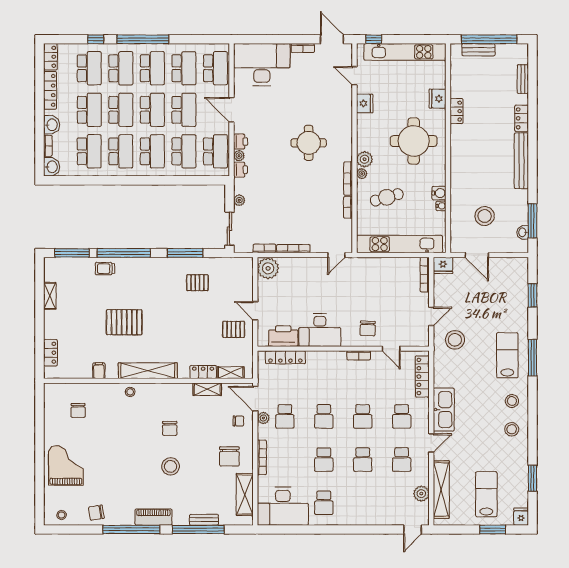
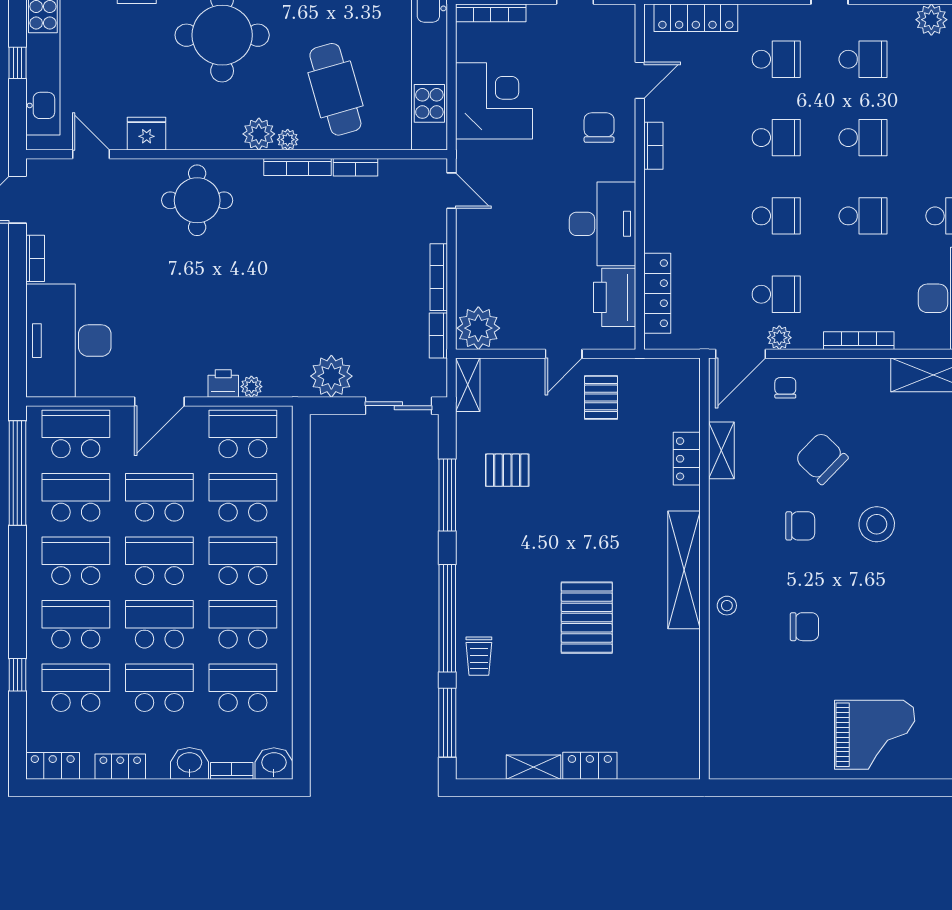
window: (143, 39) -> (17, 473), moved
window: (374, 39) -> (17, 63), moved
door: (354, 76) -> (91, 154), swing flipped
locker: (50, 90) -> (120, 767), width x0.66
round table: (309, 143) -> (197, 200), moved
printer: (241, 170) -> (280, 383), removed
cafe table: (387, 197) -> (335, 89), width x1.37, depth x1.35
plant: (239, 200) -> (331, 376), width x1.88, depth x1.88
corner desk: (381, 276) -> (494, 101), added
pallet: (197, 283) -> (507, 470), turned 90
chair: (368, 328) -> (599, 128), turned -92
locker: (50, 353) -> (590, 766), moved
filing cabinet: (99, 371) -> (684, 668), removed
shelving: (231, 373) -> (468, 385), moved
chair: (78, 410) -> (804, 627), moved
chair: (229, 456) -> (821, 458), moved, turned -136
grand piano: (66, 465) -> (875, 735), turned 180

